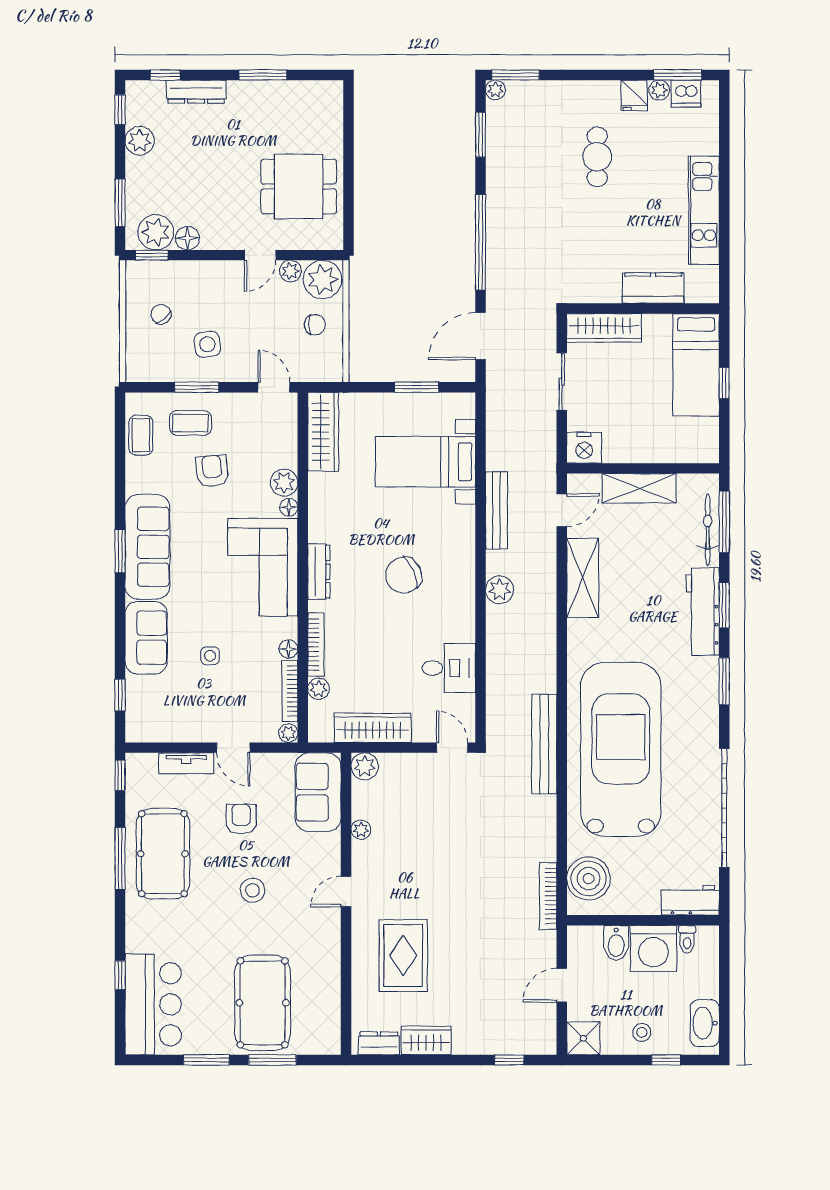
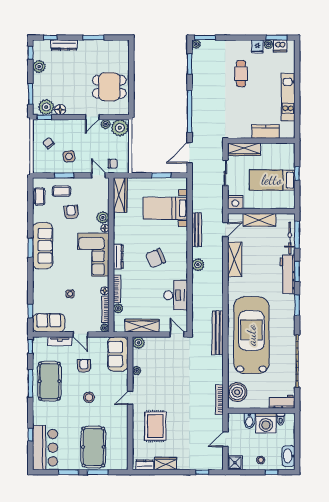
chair: (315, 325) -> (113, 164), moved
bed: (696, 365) -> (272, 180), moved, turned 90
sofa: (146, 638) -> (49, 323), moved, turned -90
desk: (449, 668) -> (176, 295), width x1.37

